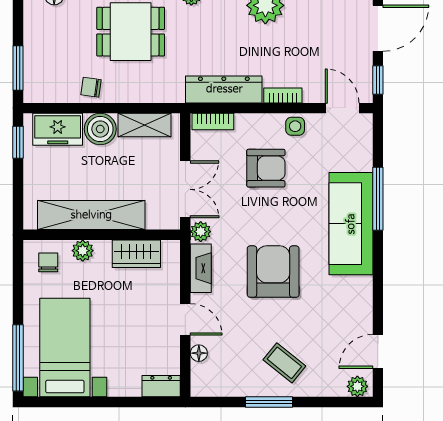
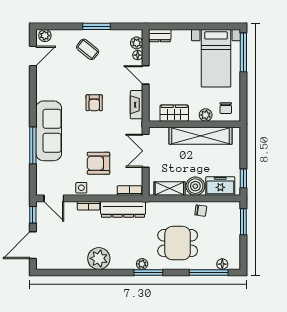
plant: (201, 232) -> (137, 43), moved
armchair: (273, 272) -> (94, 103), width x0.53, depth x0.53

